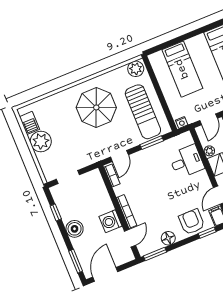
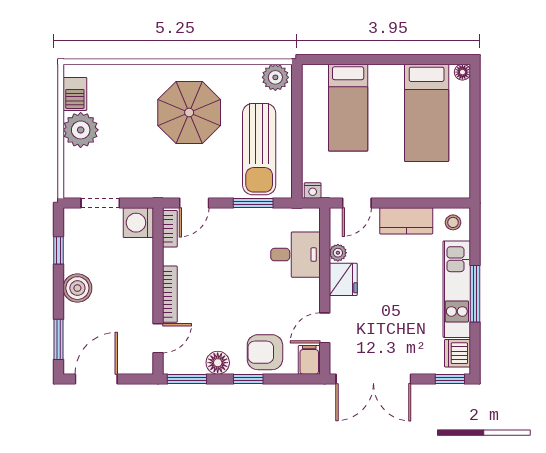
washing machine: (110, 221) -> (138, 223), moved
armchair: (192, 222) -> (265, 352), turned -90
window: (207, 233) -> (248, 379), moved

